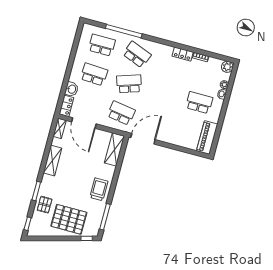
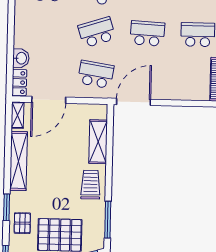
school desk: (94, 74) -> (147, 33), moved
door: (84, 123) -> (49, 100), hinge flipped
shelving: (114, 149) -> (98, 142), moved
shelving: (53, 161) -> (19, 161), width x1.47

